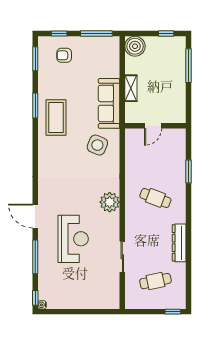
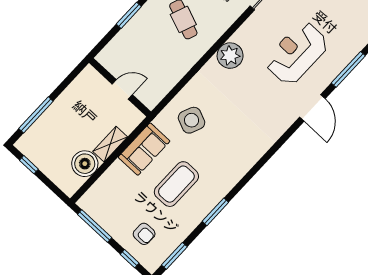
boiler: (135, 46) -> (85, 164), moved
sofa: (109, 103) -> (144, 149), width x0.73
coffee table: (56, 117) -> (176, 184), moved

